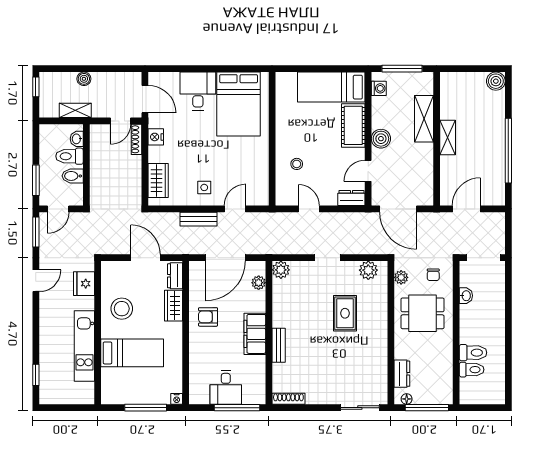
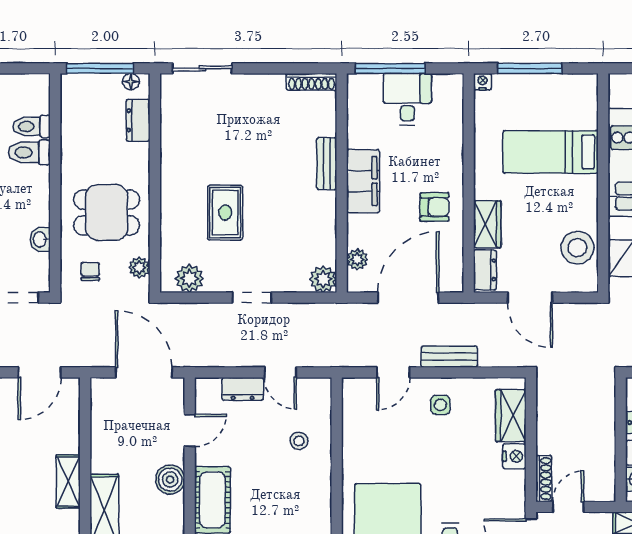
nightstand: (156, 137) -> (514, 456), moved
dresser: (351, 198) -> (243, 389), moved
stool: (122, 309) -> (577, 248), moved

